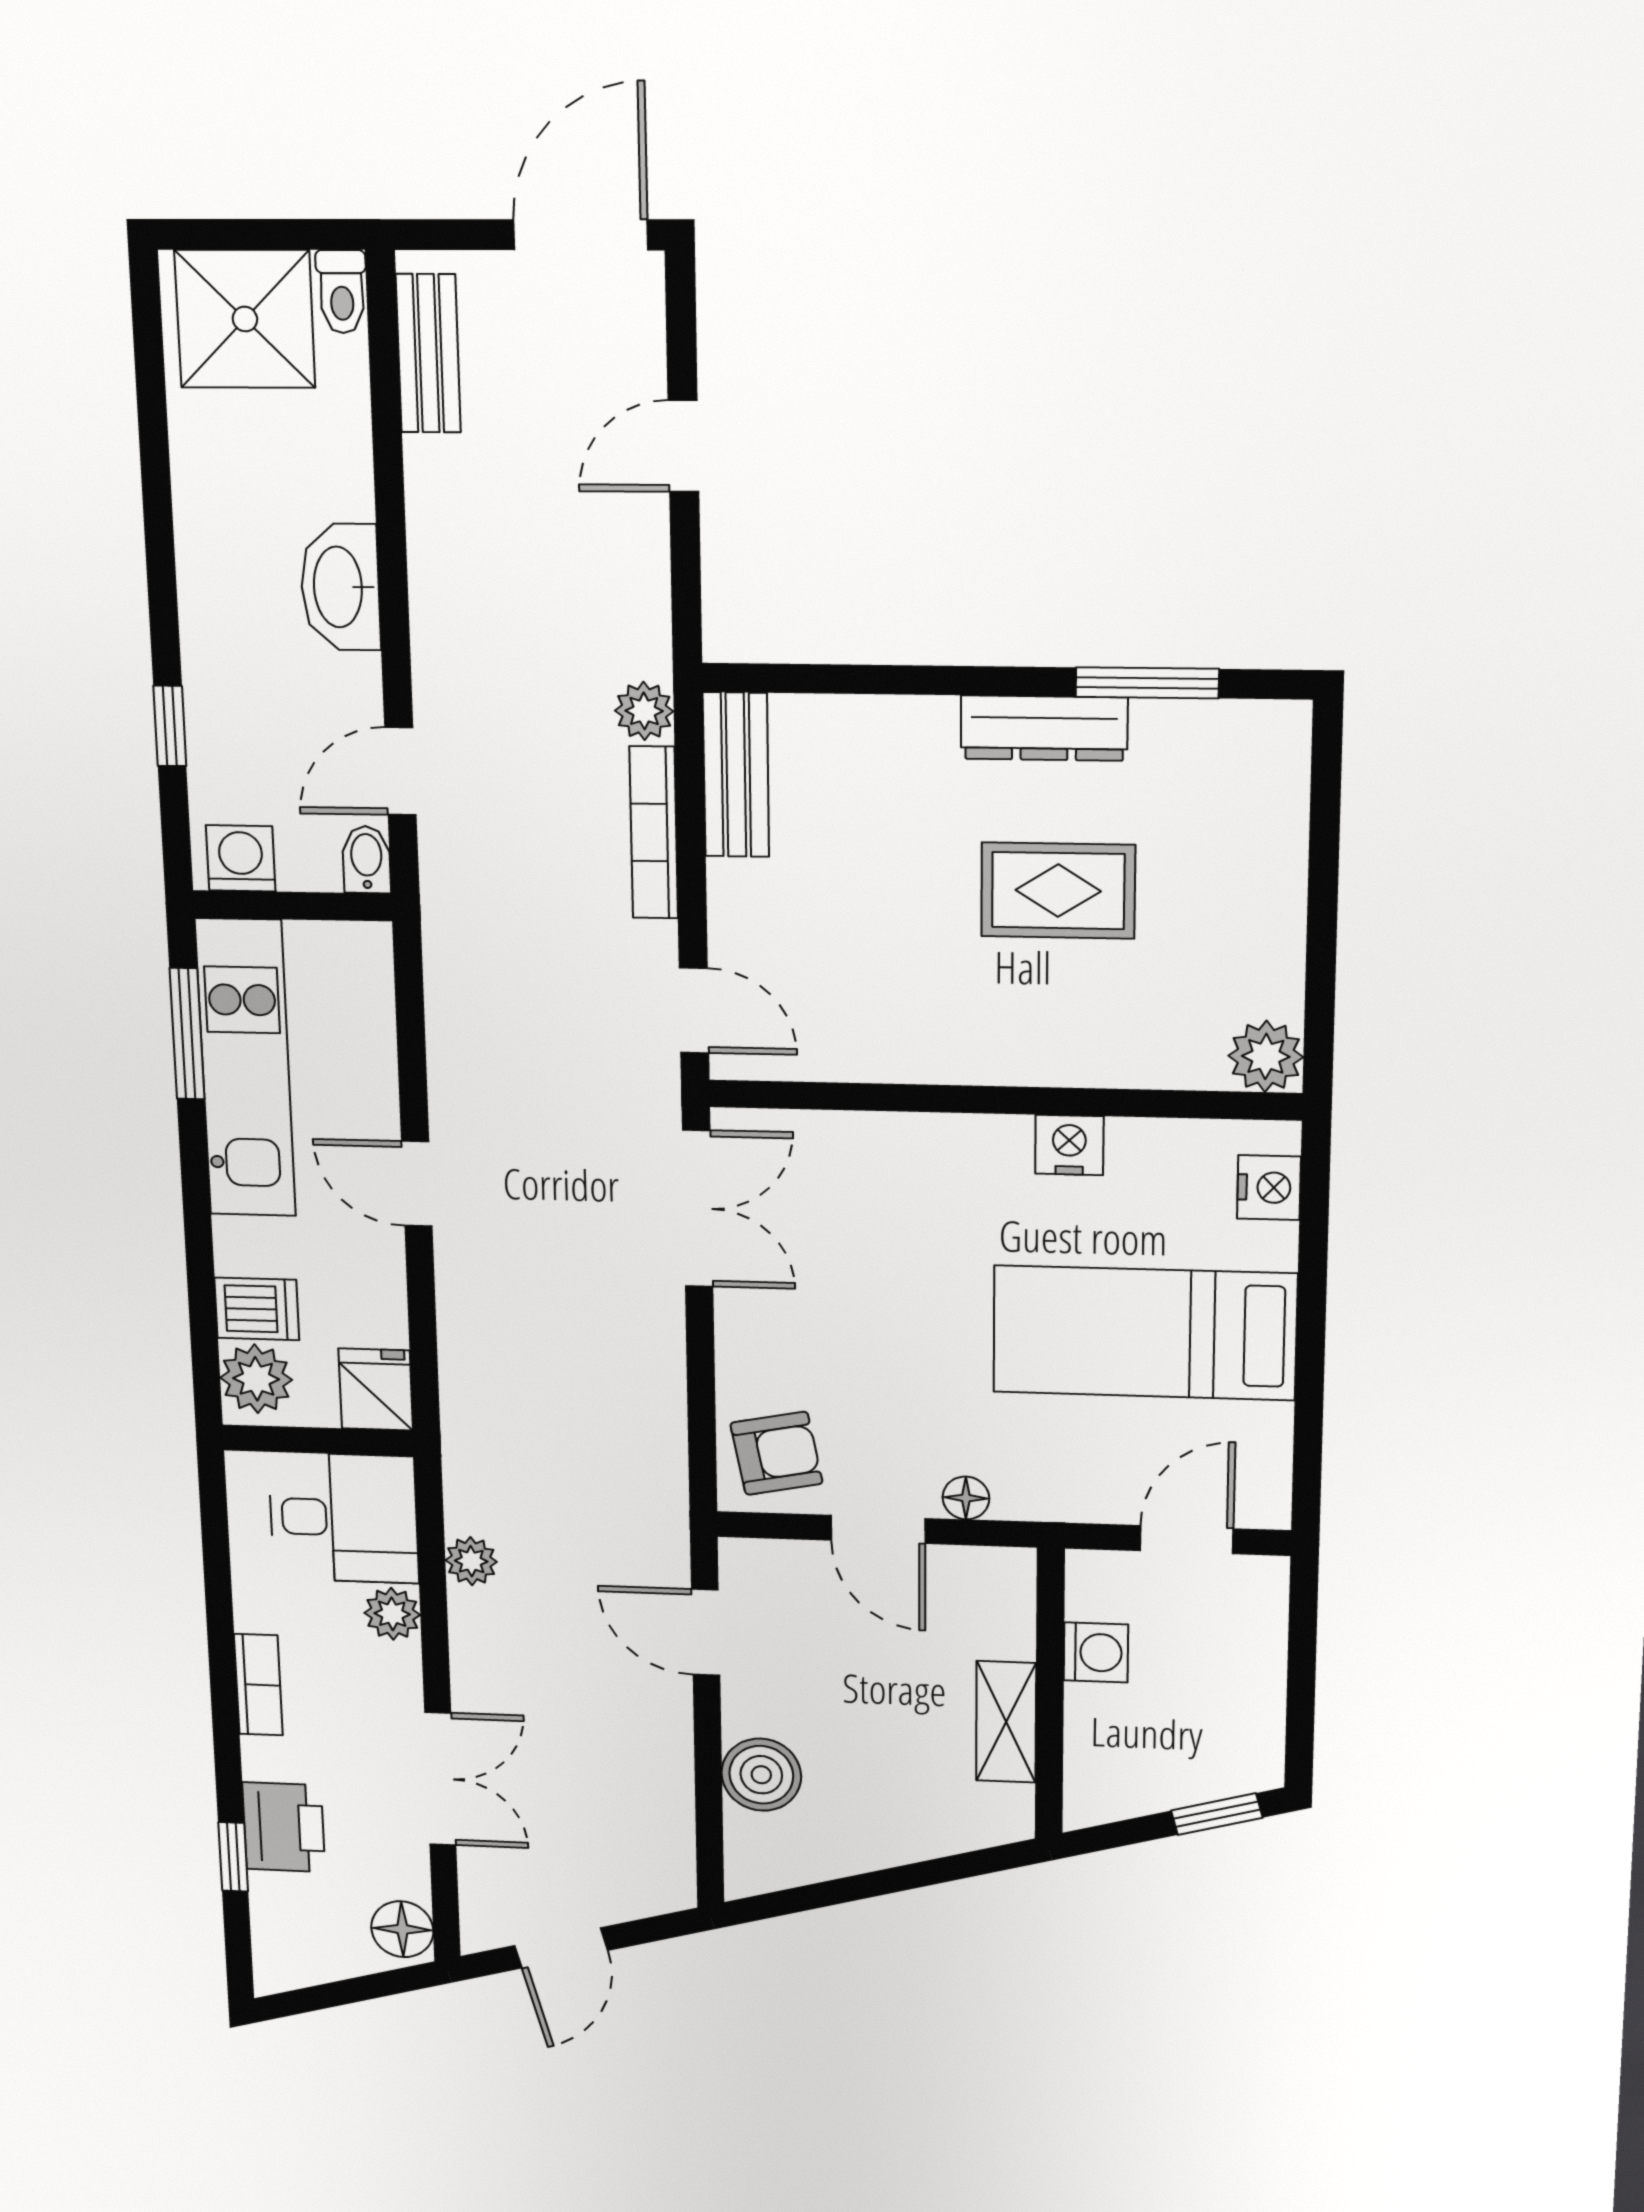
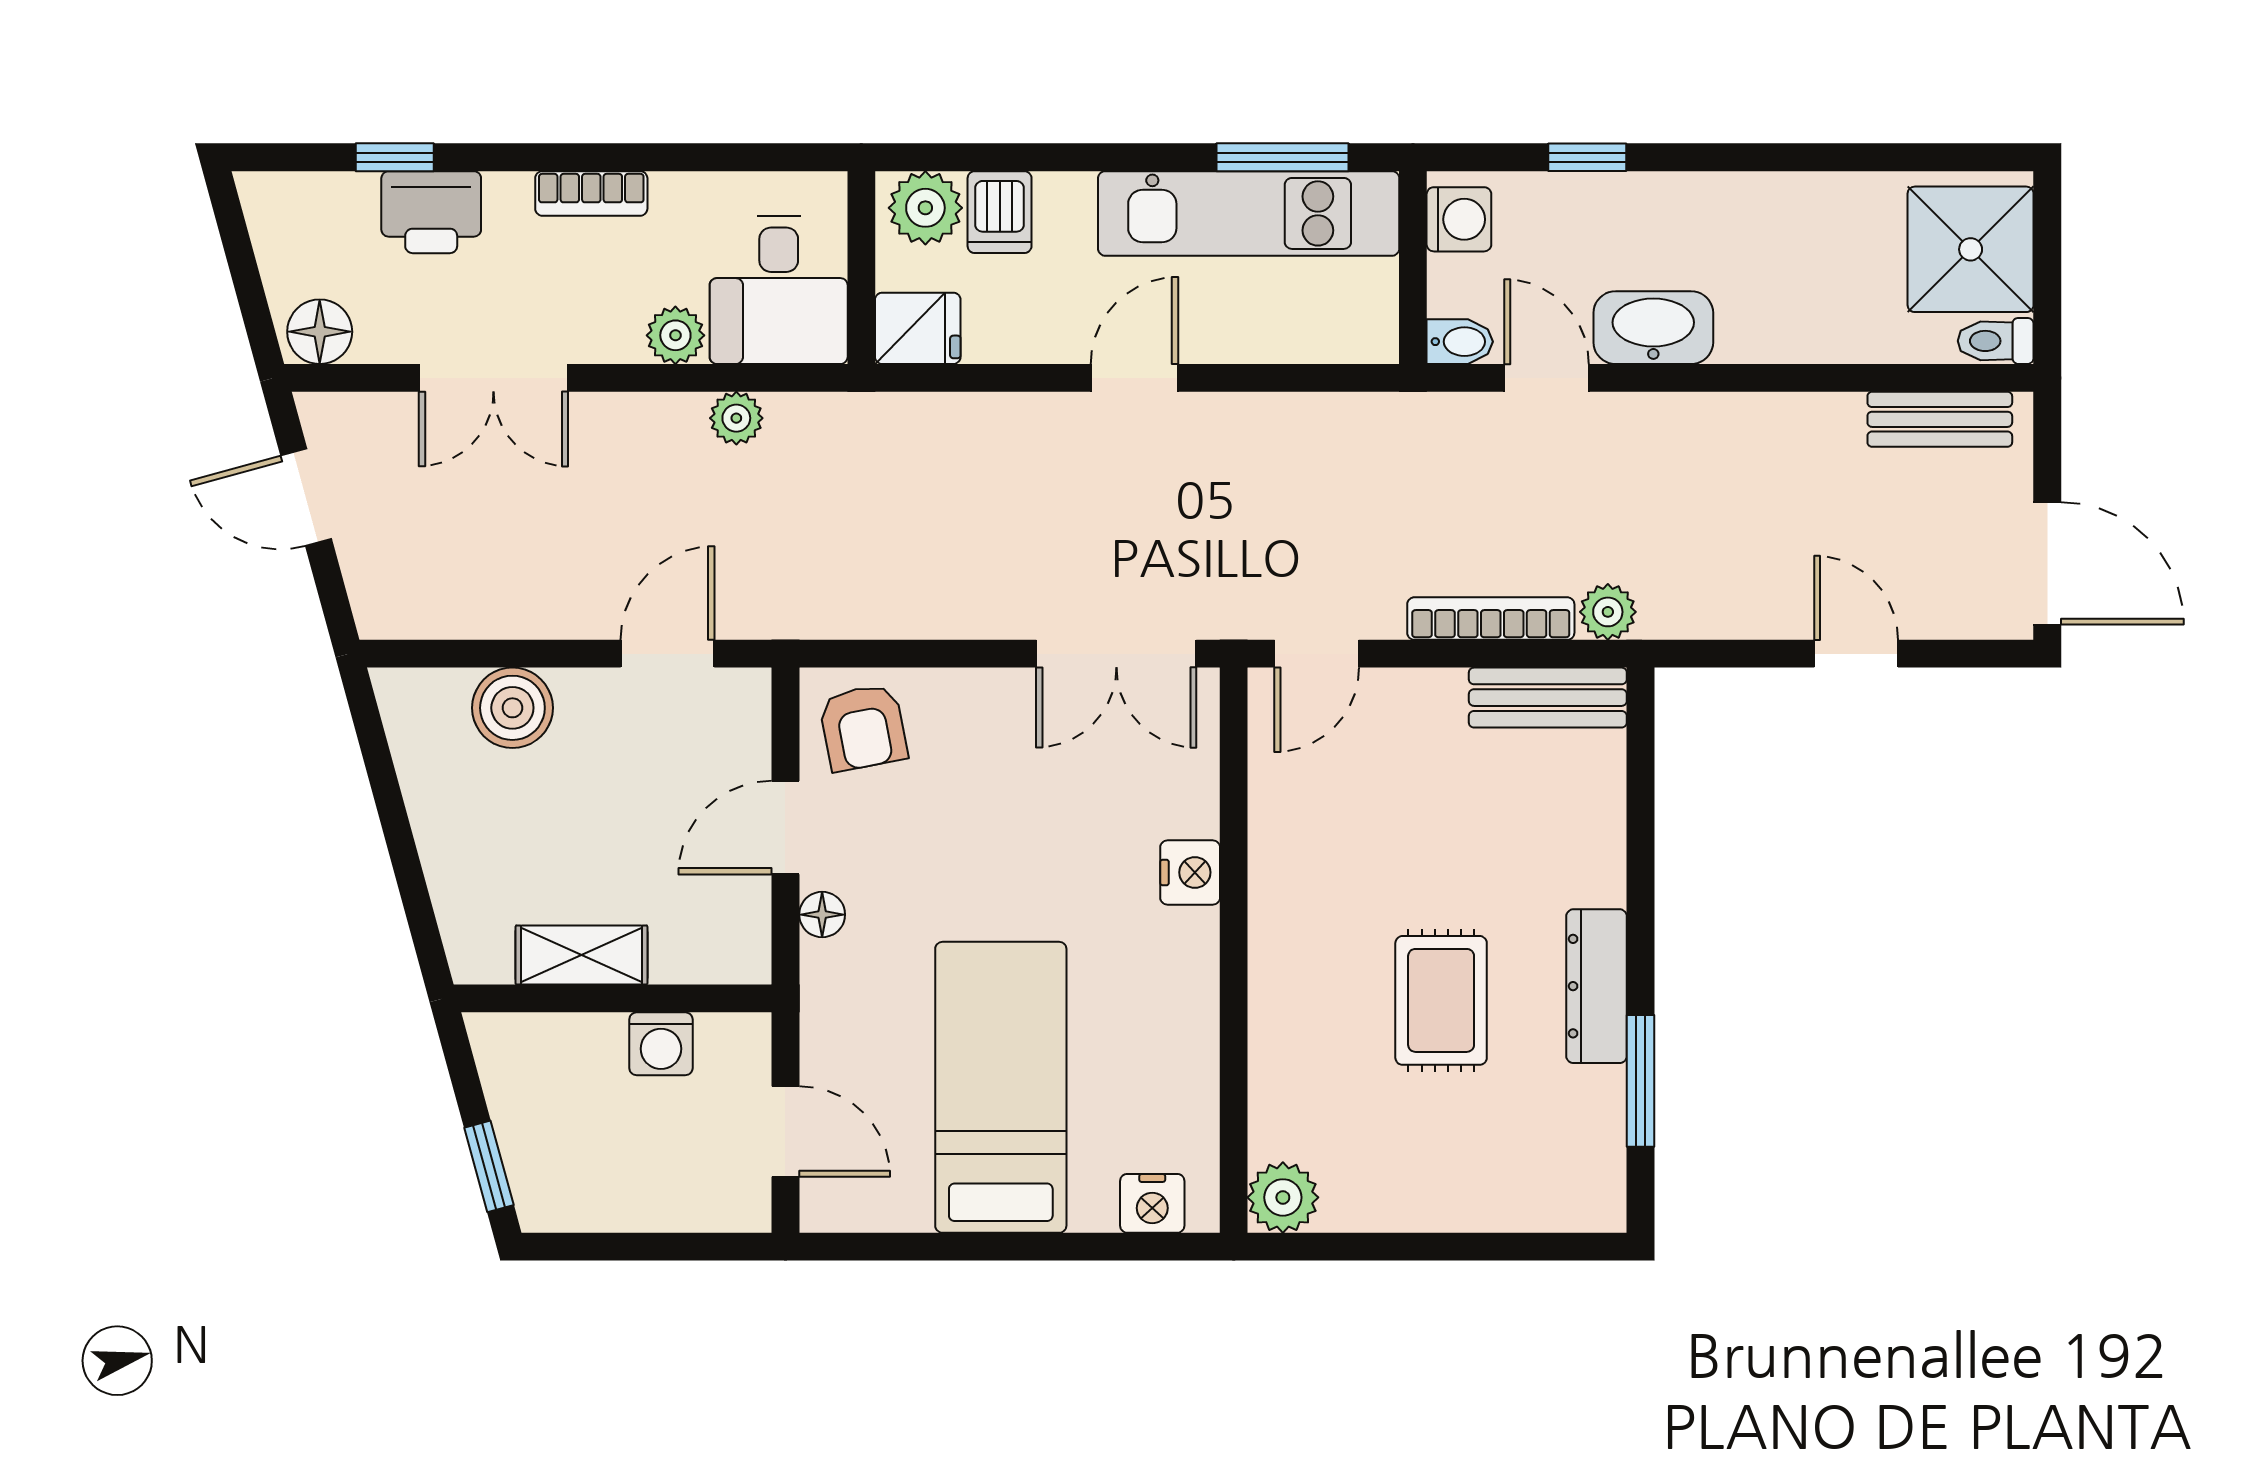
washbasin: (340, 587) -> (1653, 328), moved
nightstand: (1069, 1145) -> (1190, 872), moved

